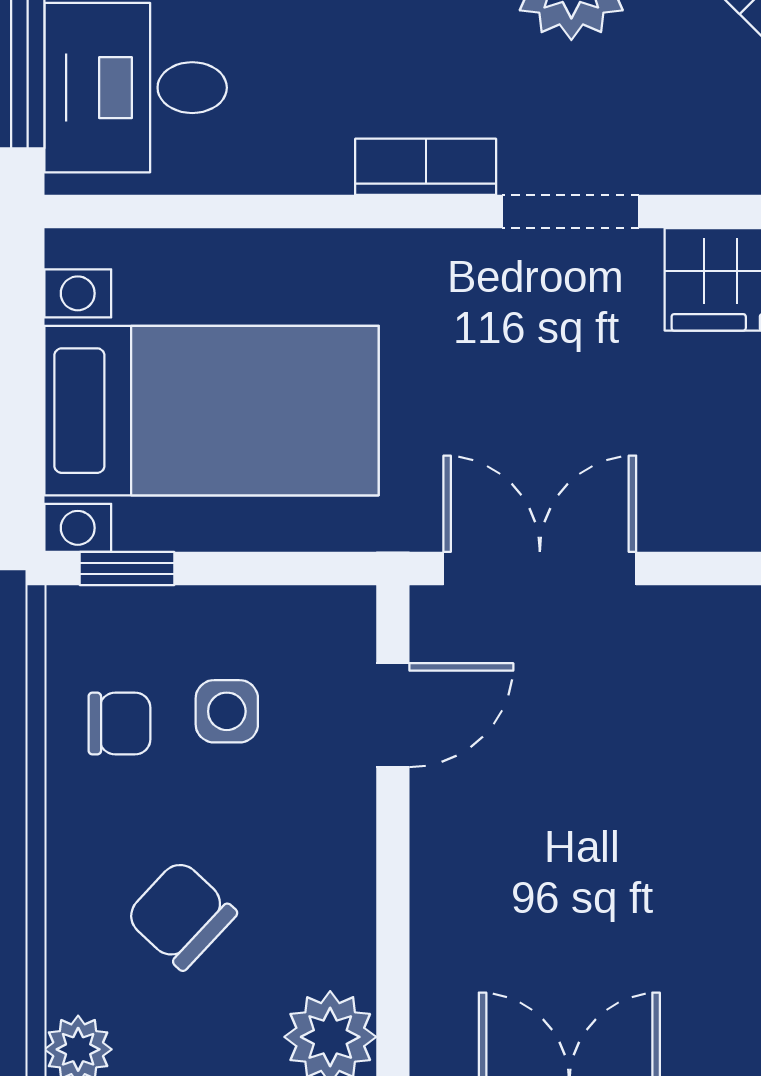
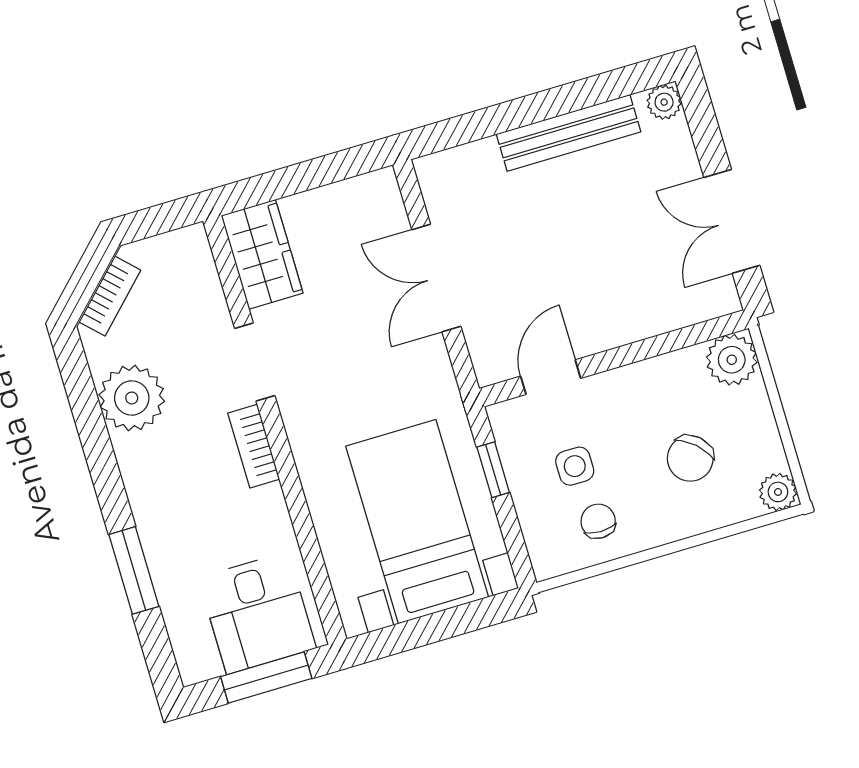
window: (127, 568) -> (493, 470), moved
double door: (540, 568) -> (436, 278), moved
door: (393, 715) -> (551, 377), hinge flipped

